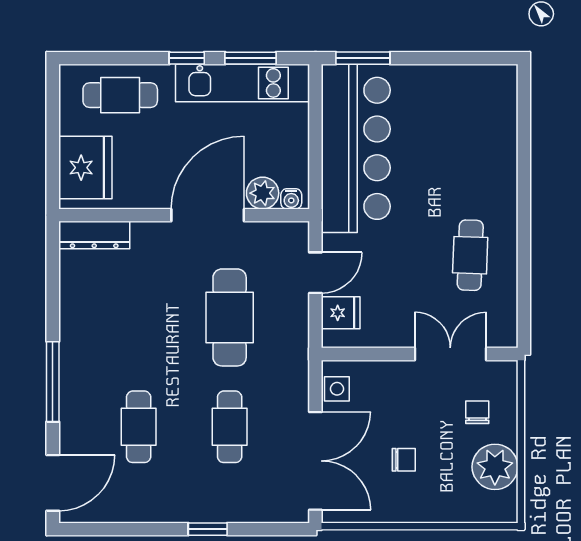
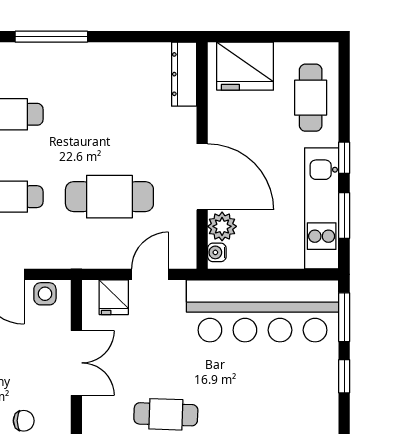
window: (428, 58) -> (344, 376), added
door: (315, 273) -> (150, 274), swing flipped
double door: (450, 354) -> (76, 363), moved

